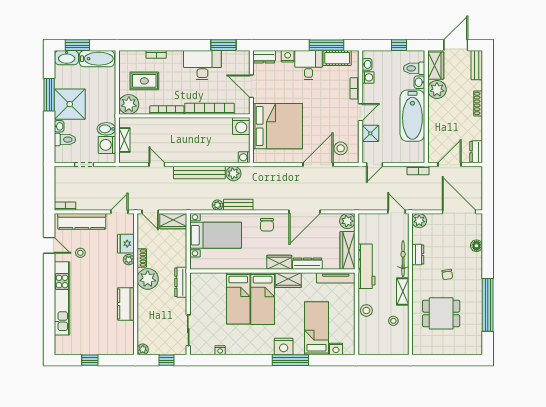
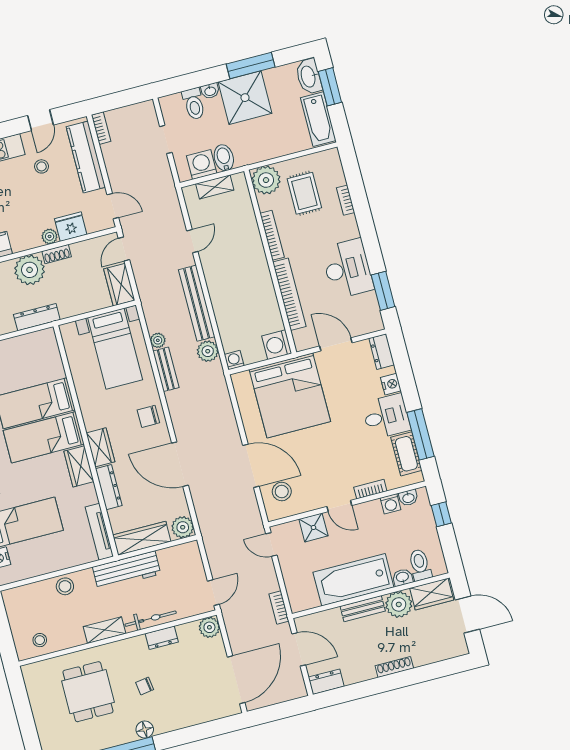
window: (399, 45) -> (441, 514), moved
bench: (477, 65) -> (363, 609), moved
door: (251, 86) -> (336, 344), hinge flipped
floor lamp: (476, 246) -> (145, 730), moved
stool: (393, 321) -> (40, 640), moved

